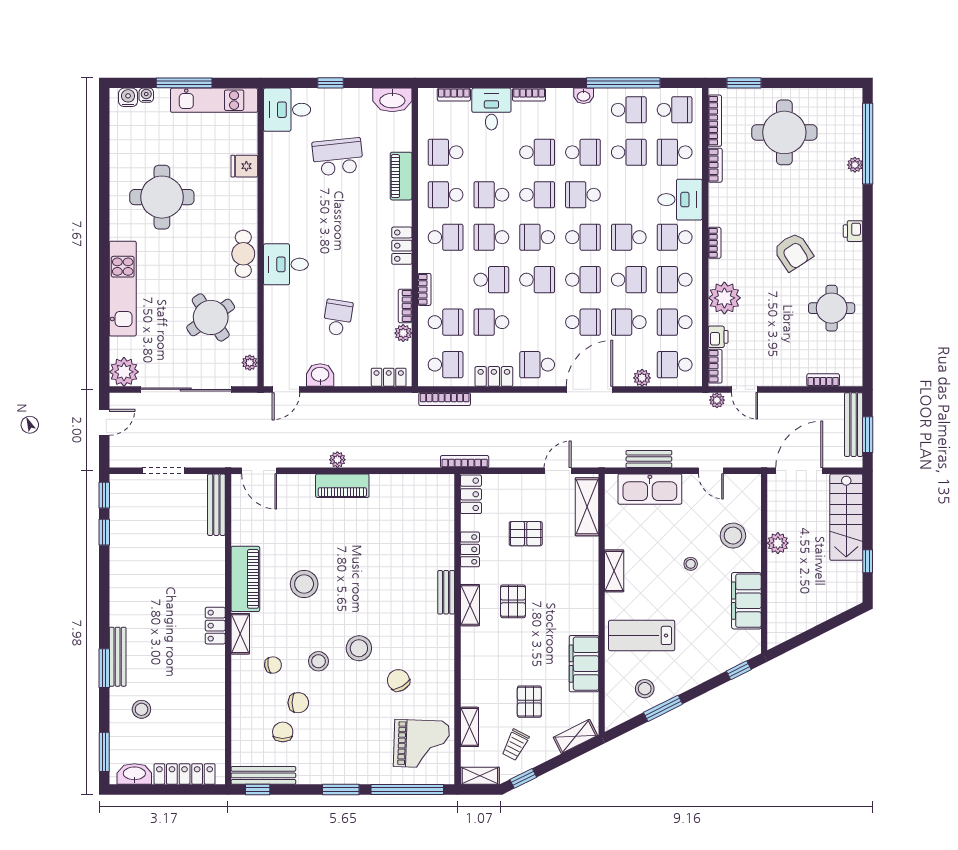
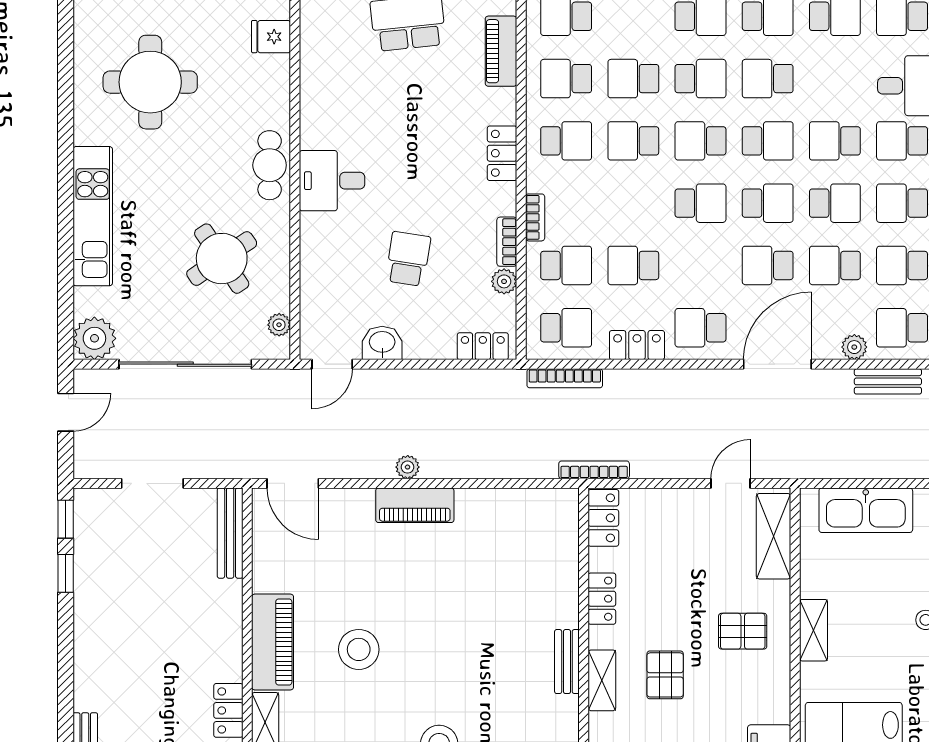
school desk: (491, 280) -> (633, 203), removed
school desk: (583, 322) -> (768, 265), turned 180
bench: (649, 459) -> (888, 381), moved
pallet: (526, 534) -> (743, 631), moved

